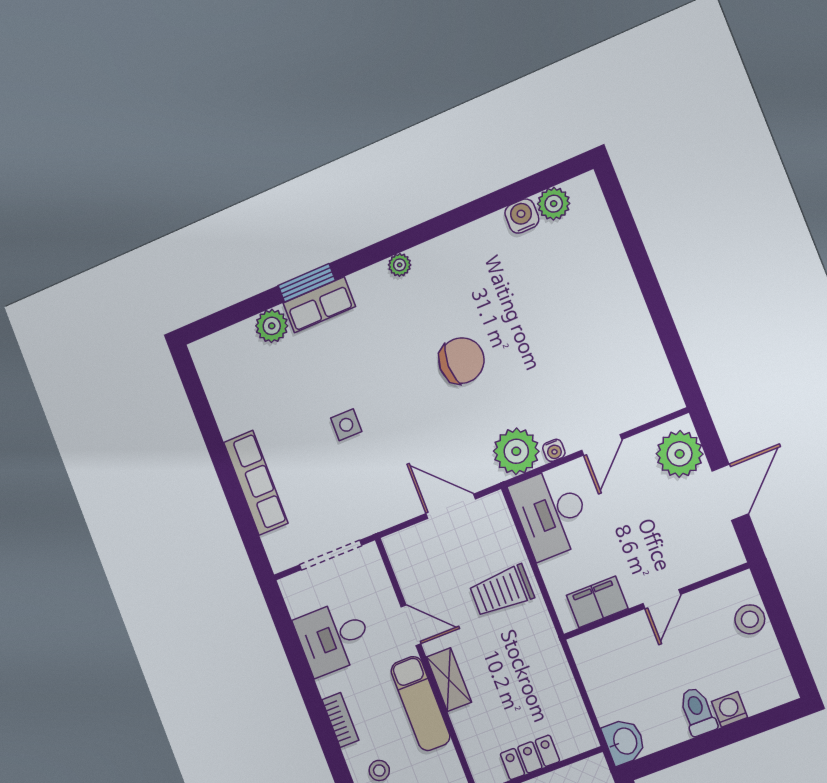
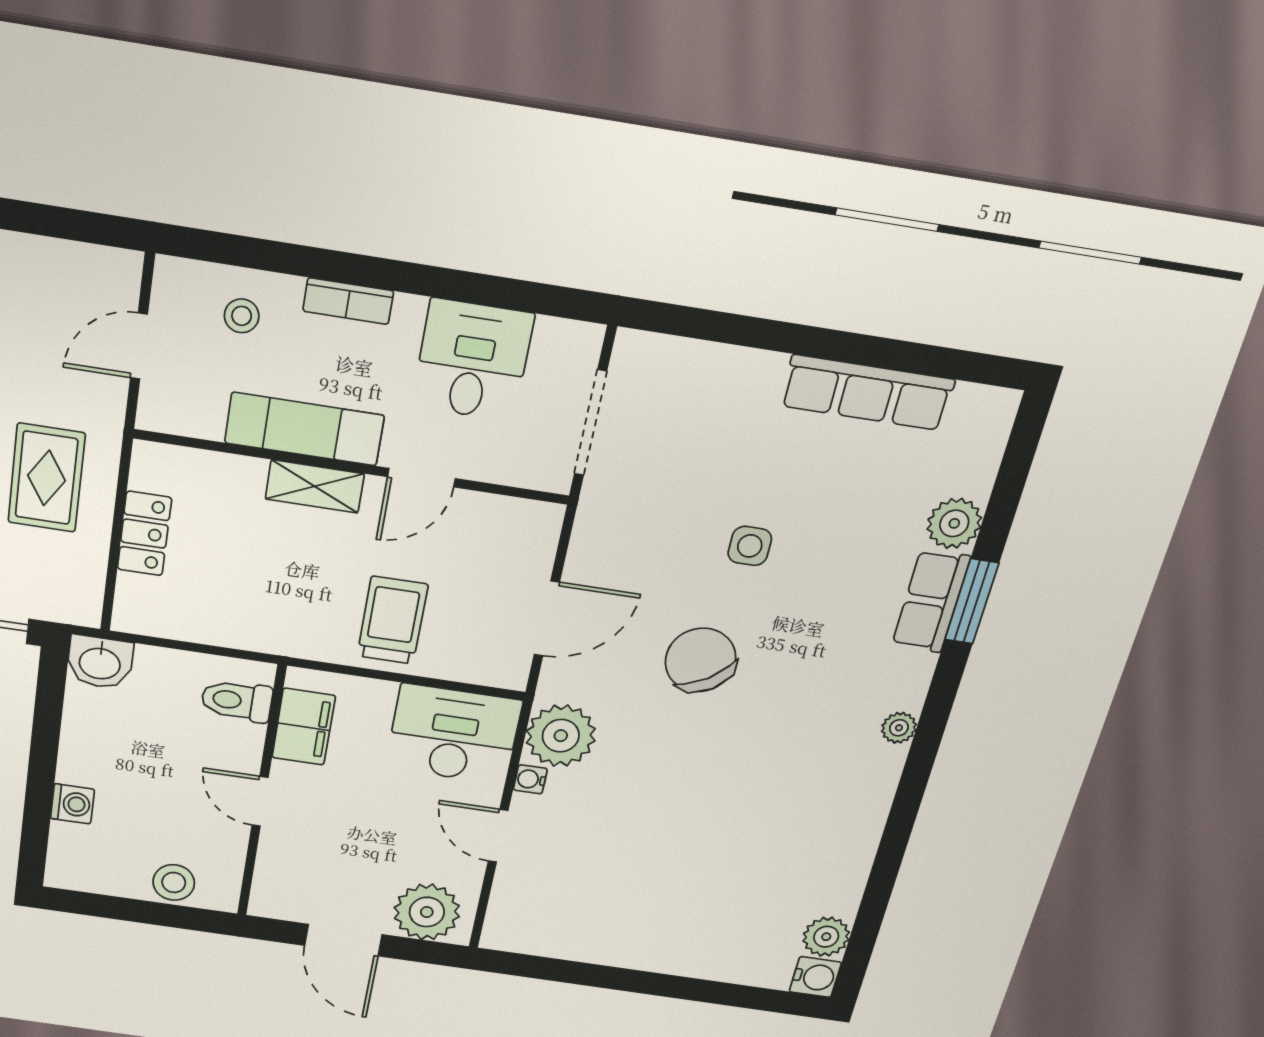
water cooler: (522, 216) -> (815, 977), moved
chair: (461, 361) -> (701, 660), moved, turned 146
row of seats: (256, 483) -> (867, 393), moved
toilet: (698, 712) -> (237, 701), moved, turned 180

